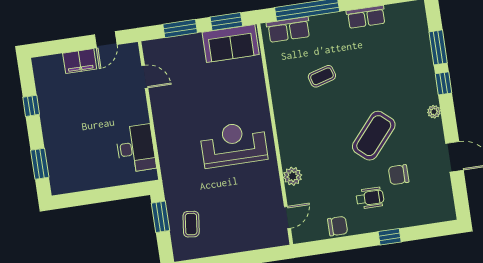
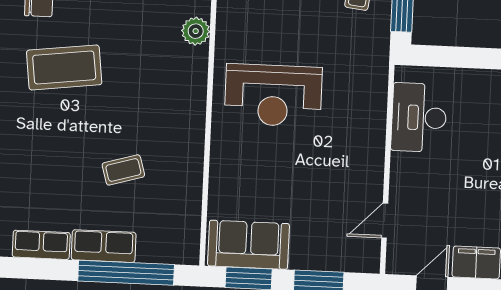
row of seats: (288, 30) -> (104, 246), moved
door: (145, 77) -> (385, 221), hinge flipped
coffee table: (374, 136) -> (64, 67), turned 42

